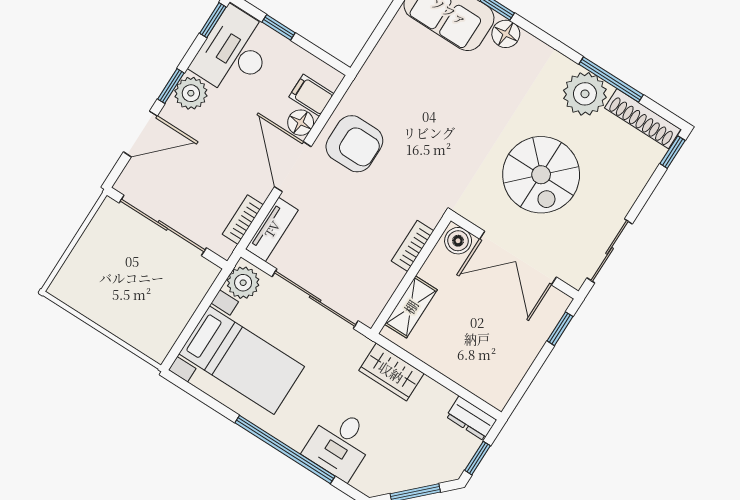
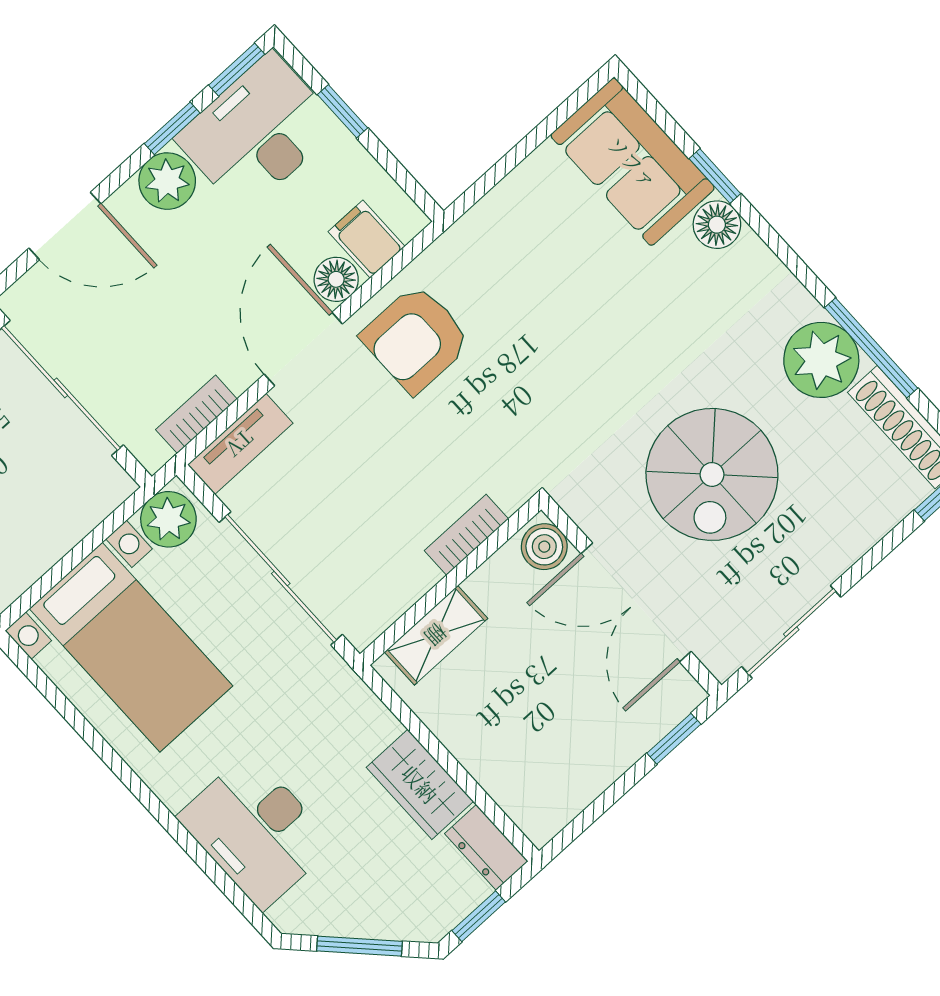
window: (171, 86) -> (172, 128), moved
armchair: (354, 144) -> (416, 339), turned 90
wardrobe: (391, 372) -> (420, 784), moved
desk: (340, 444) -> (256, 831), width x1.37
window: (285, 449) -> (163, 815), removed

